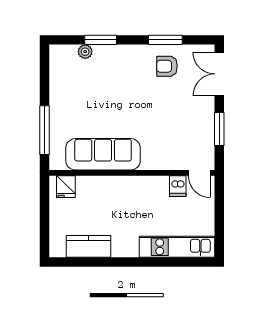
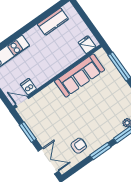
window: (165, 40) -> (100, 151), moved

